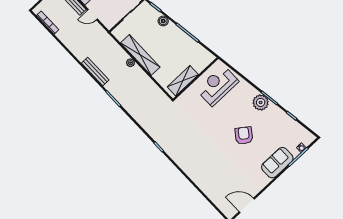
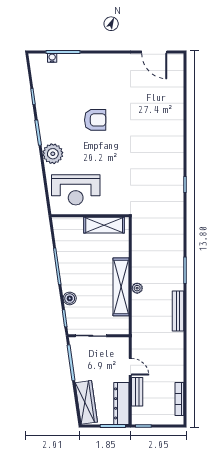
plant: (261, 102) -> (53, 154), moved
armchair: (244, 135) -> (95, 120), turned -126
sofa: (277, 163) -> (88, 65), removed

